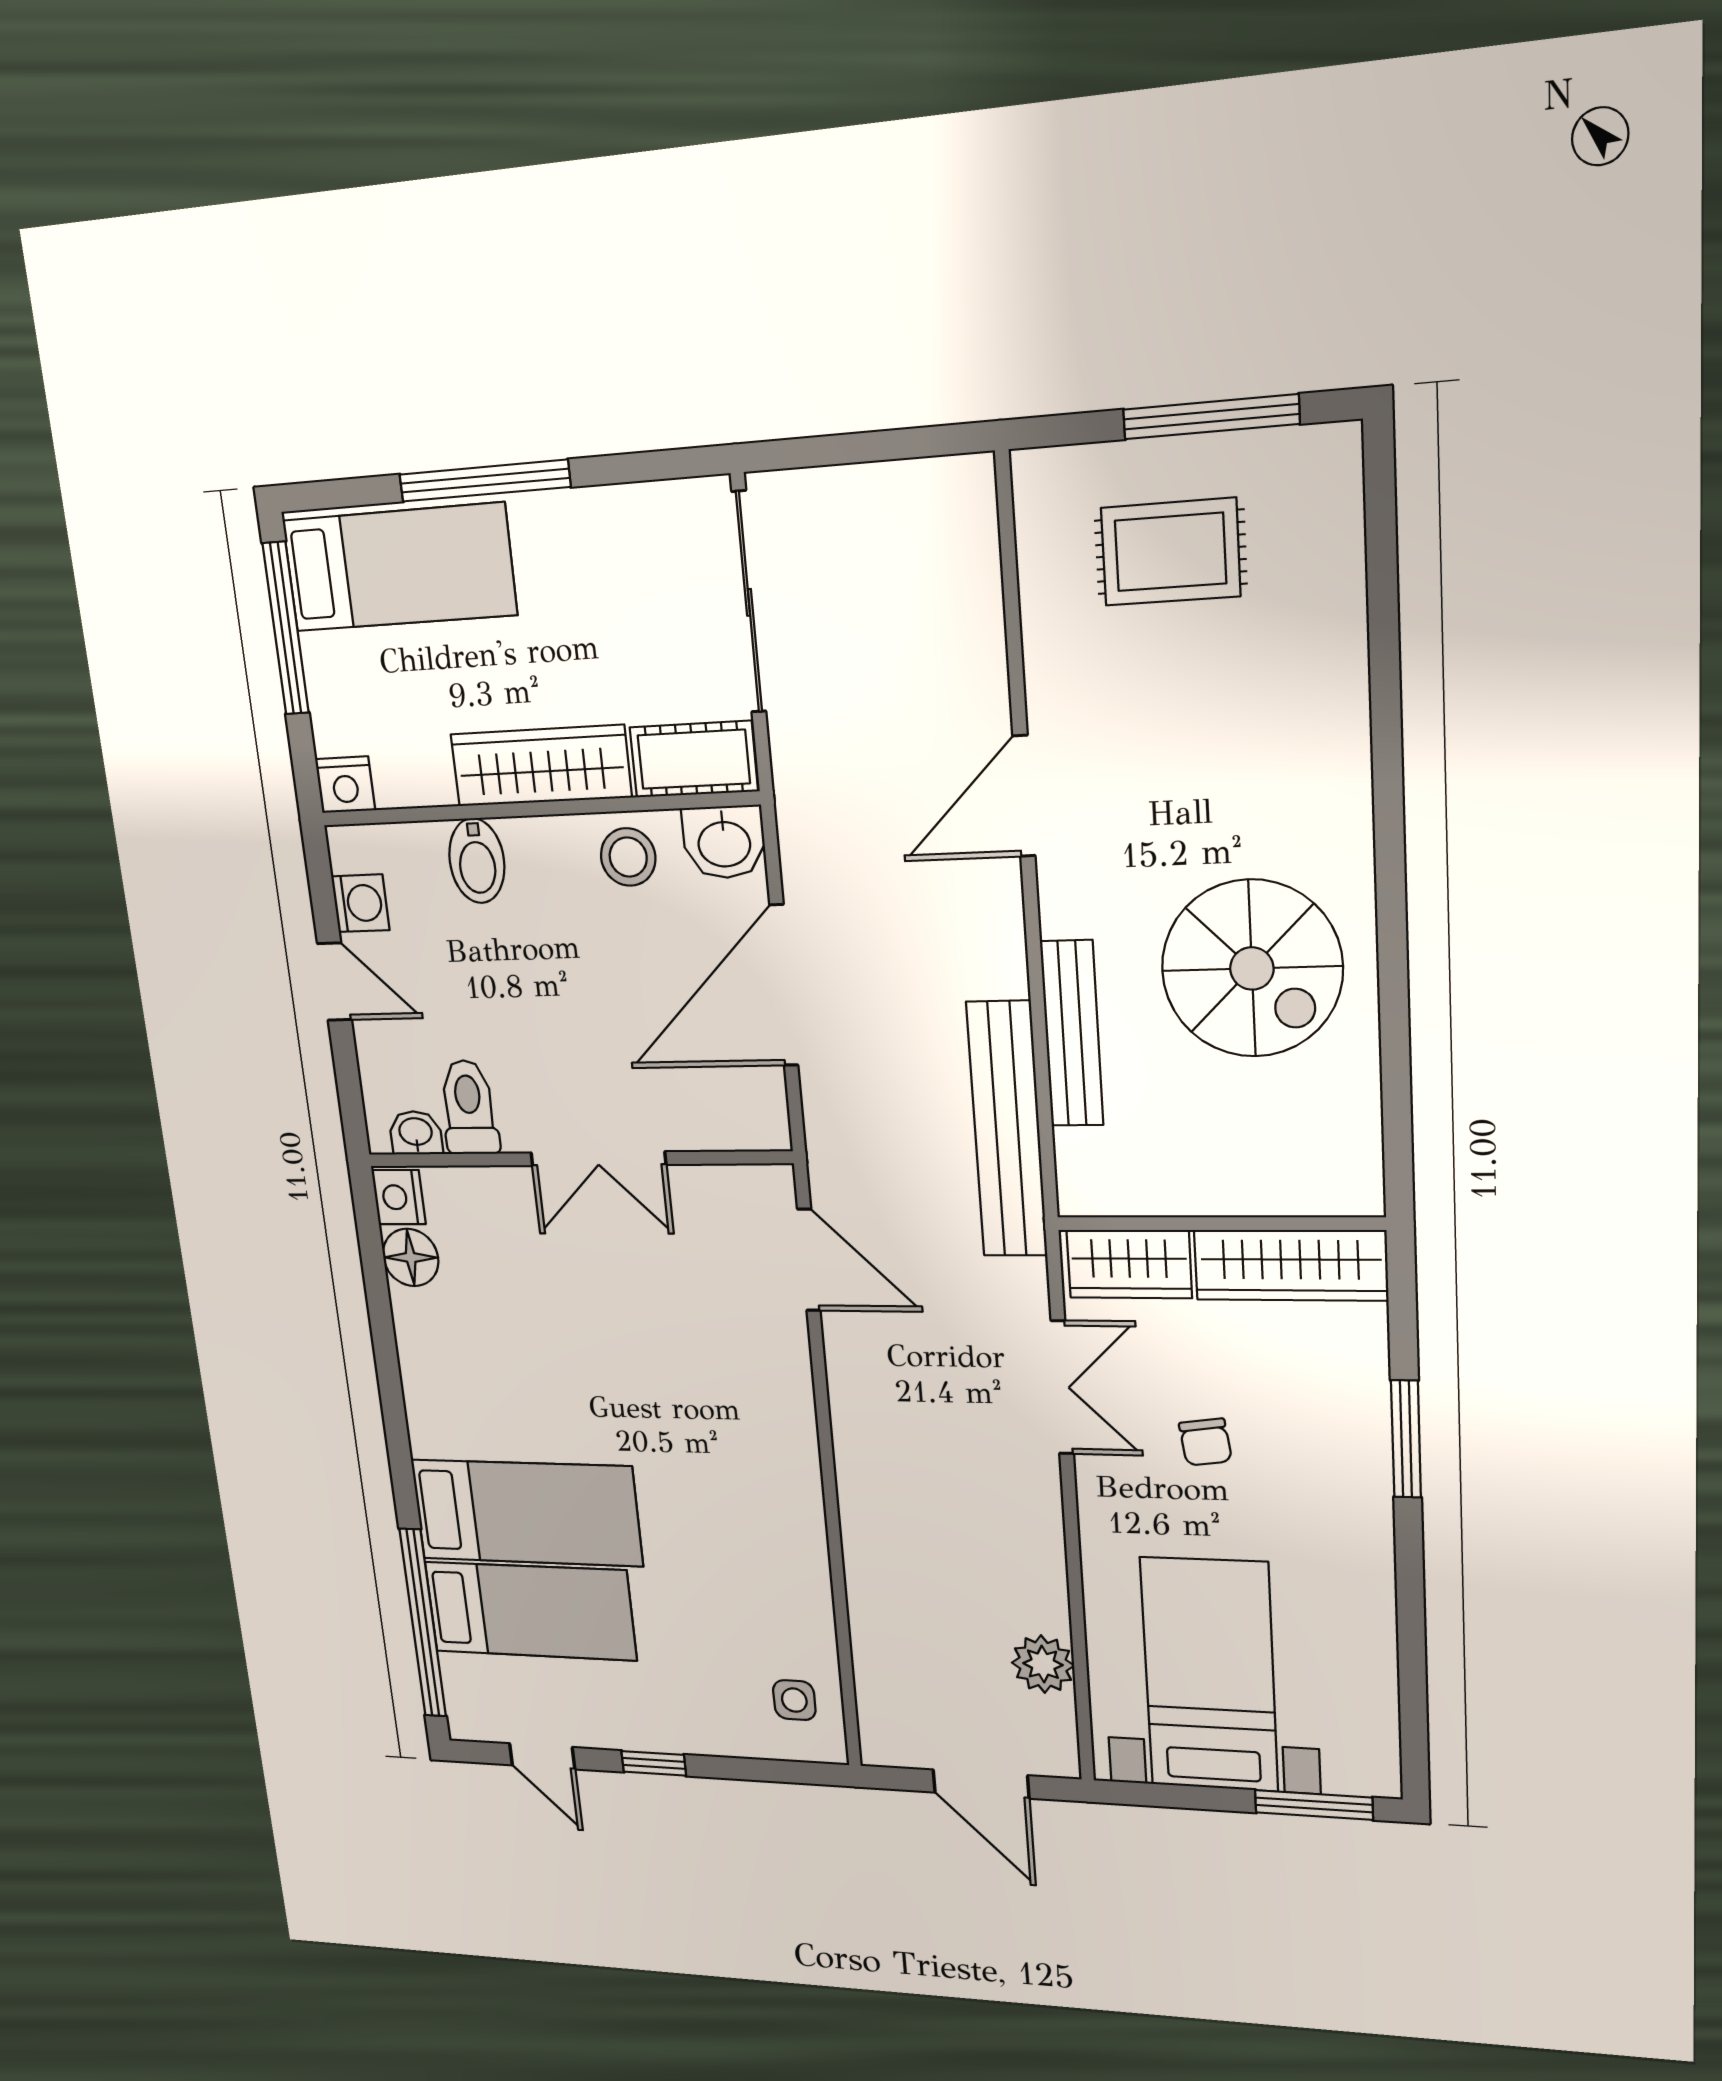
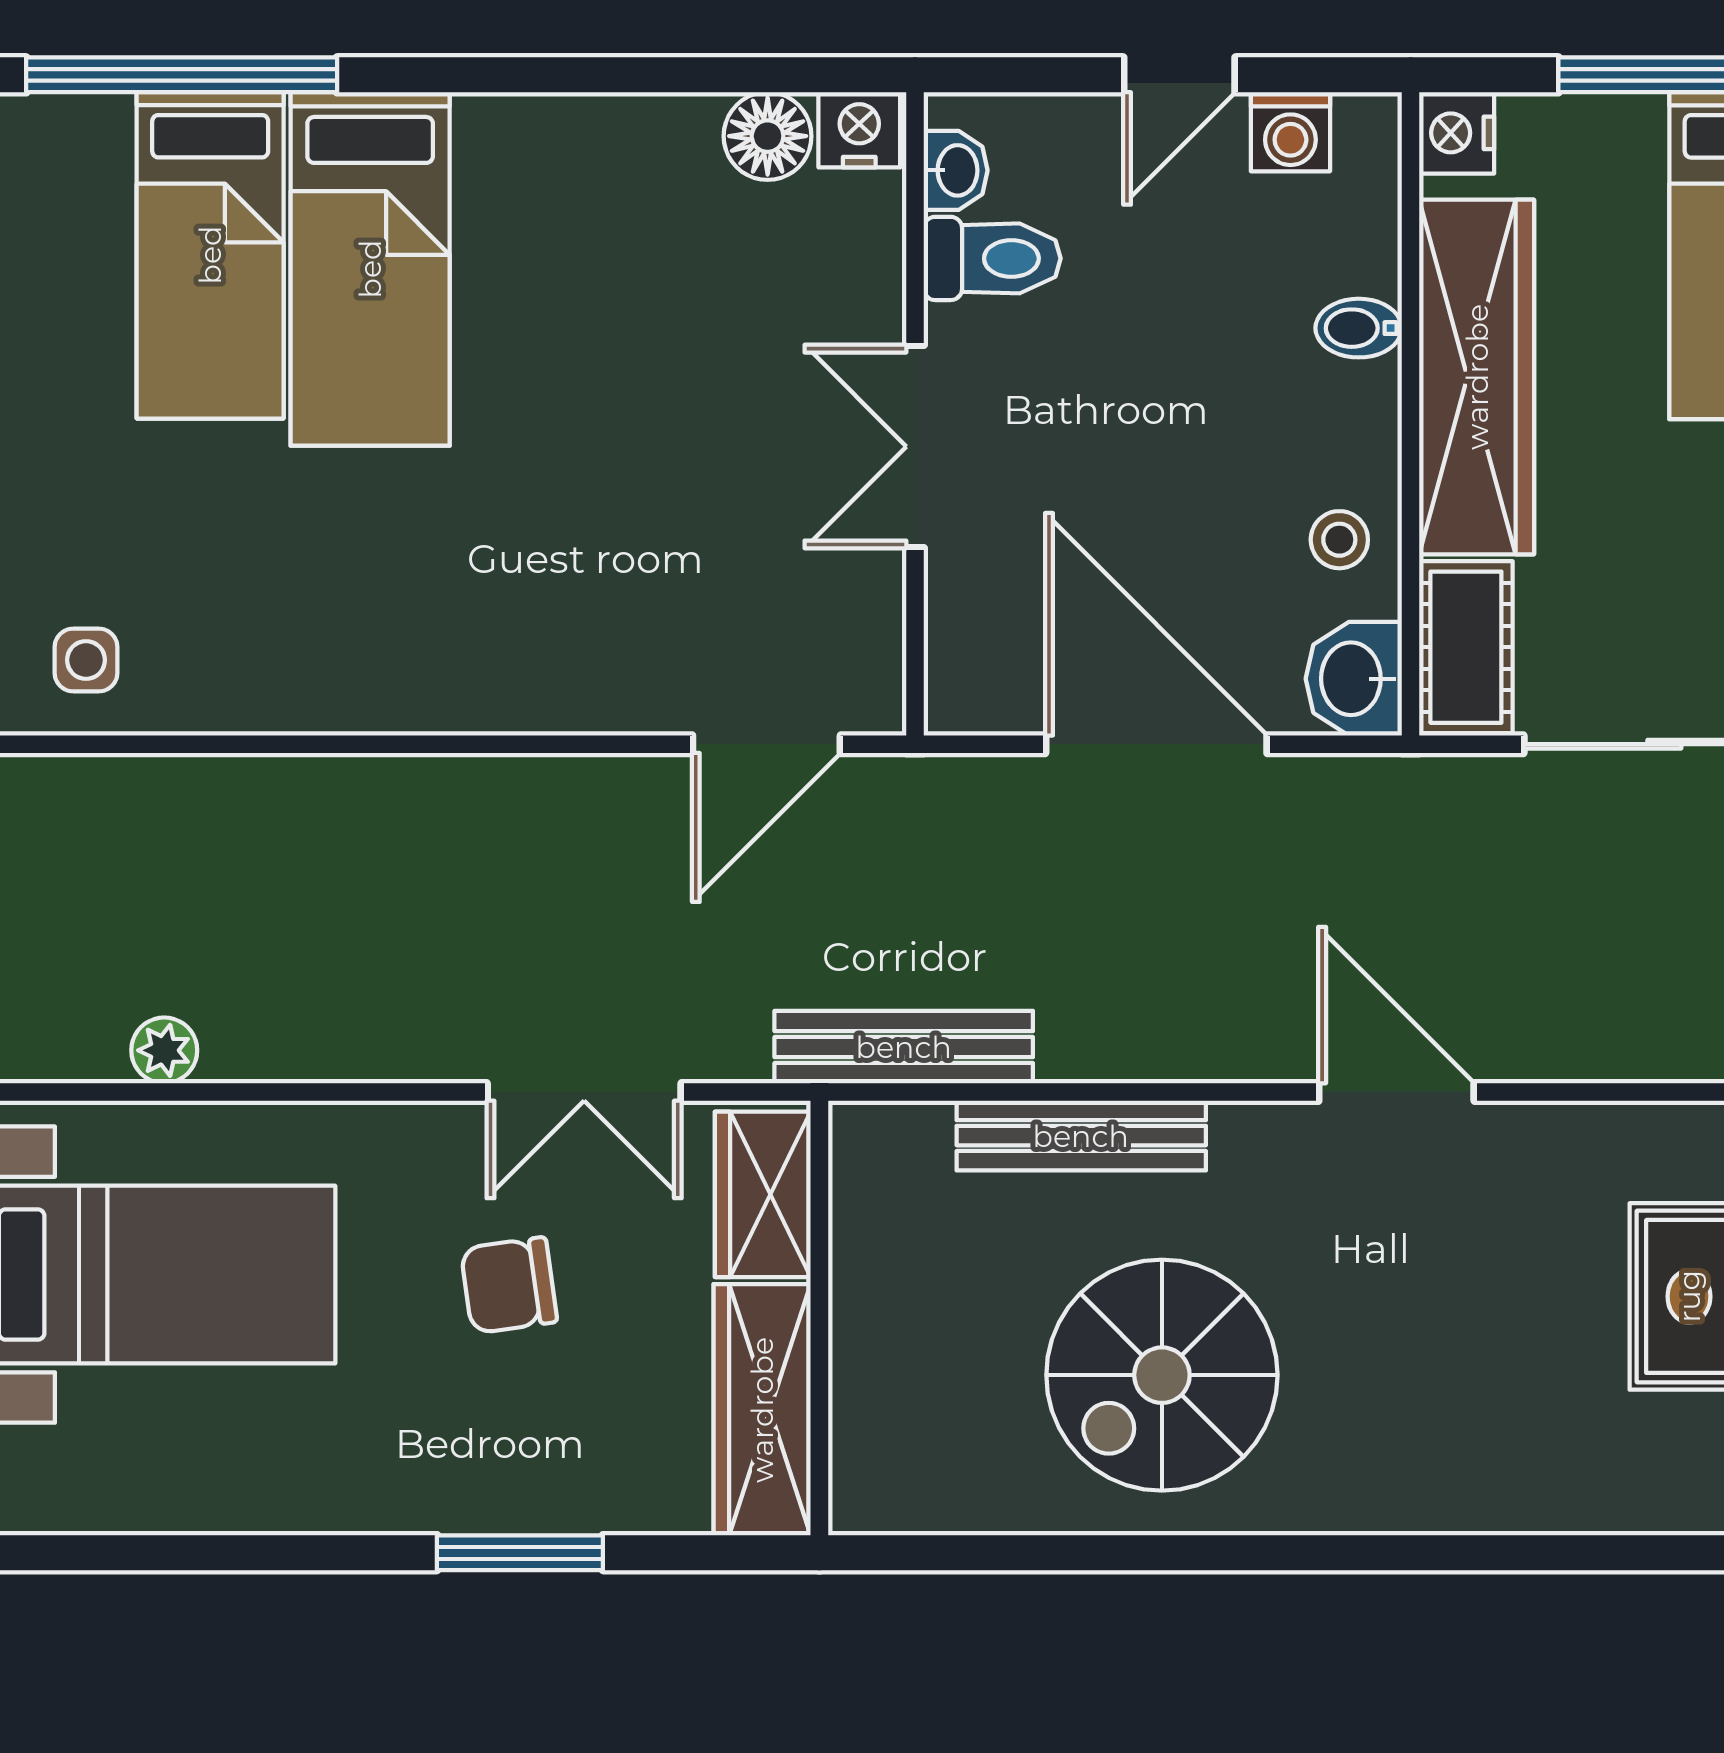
wardrobe: (541, 766) -> (1477, 377), width x1.40, depth x1.17
stool: (628, 857) -> (1339, 540), width x0.73, depth x0.73
bidet: (477, 861) -> (1359, 328), width x0.72, depth x0.74
bench: (1007, 1130) -> (904, 1047), width x0.73, depth x0.82
chair: (1205, 1442) -> (509, 1285), width x1.37, depth x1.37
plant: (1043, 1664) -> (164, 1050), width x0.73, depth x0.73

